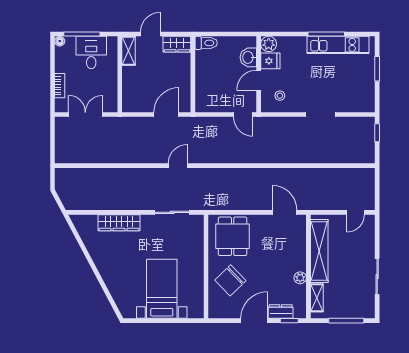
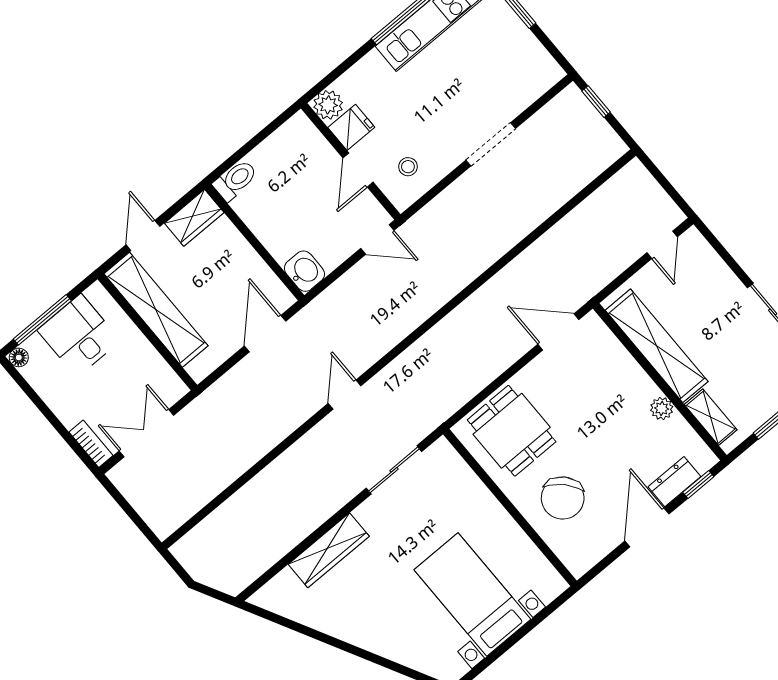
shelving: (129, 51) -> (156, 310), width x2.20, depth x1.33
washbasin: (248, 57) -> (304, 271), moved, turned 180
bookcase: (60, 86) -> (91, 444), moved

